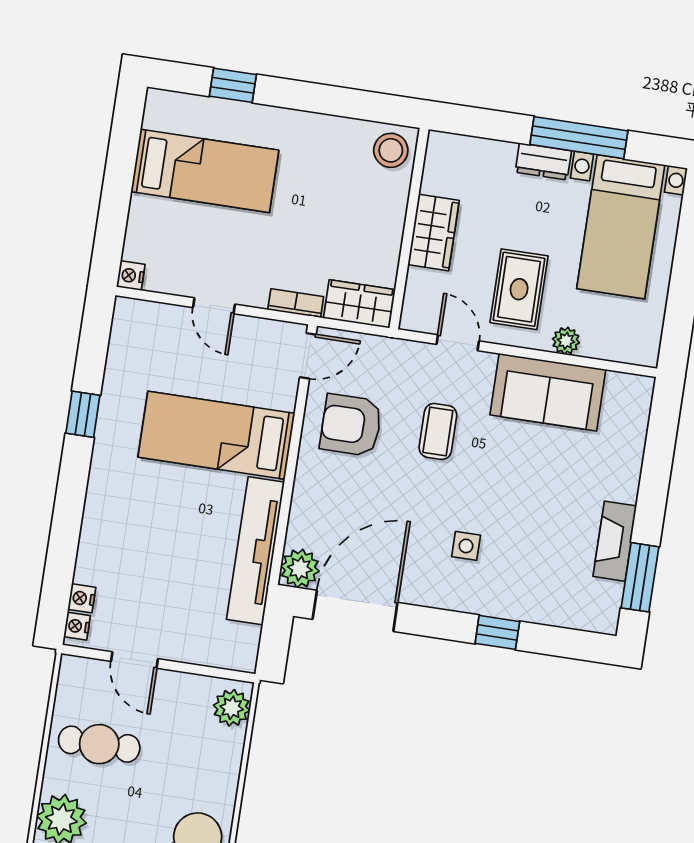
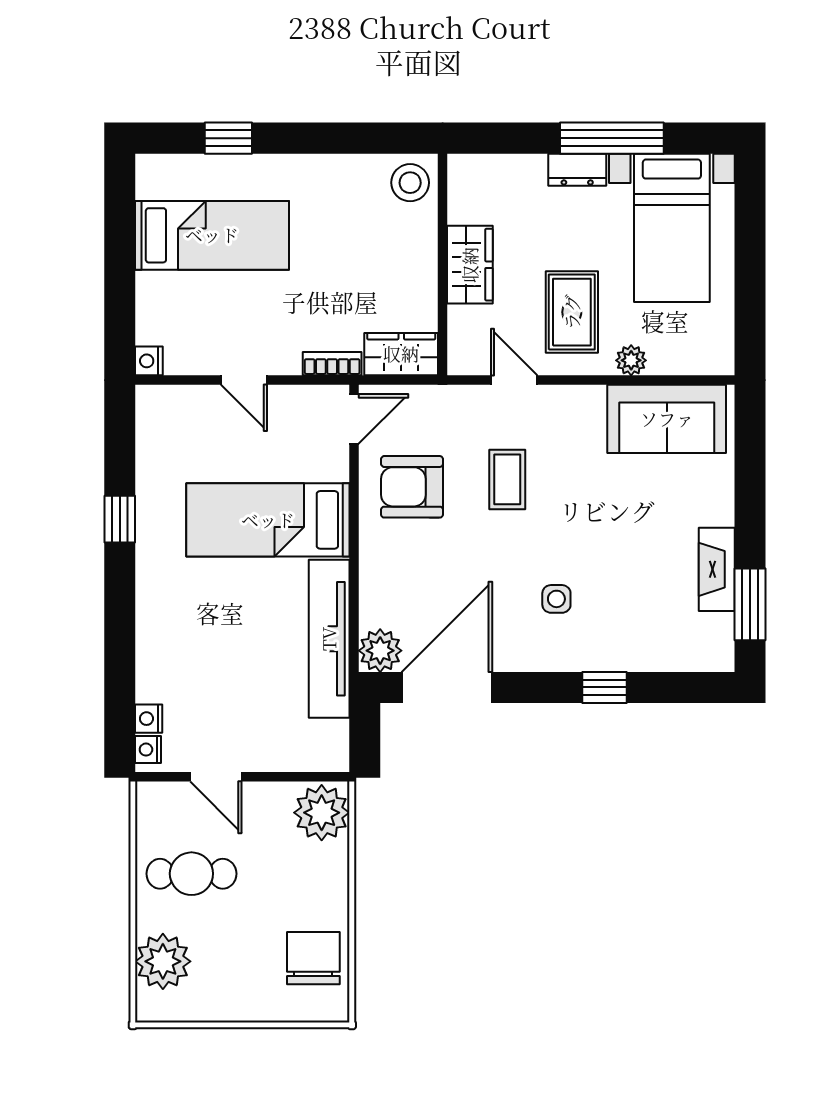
sofa: (548, 392) -> (667, 419), moved
plant: (232, 708) -> (322, 813), width x1.36, depth x1.36

